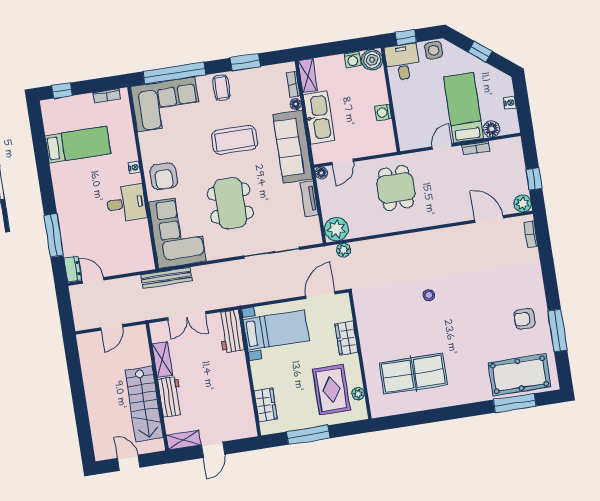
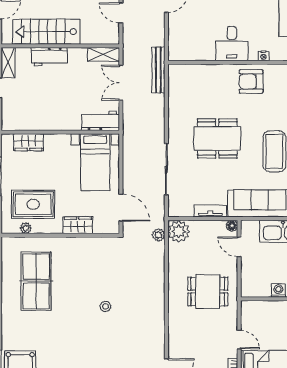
corner sofa: (177, 231) -> (199, 86), removed
shelving: (162, 360) -> (104, 54), moved

